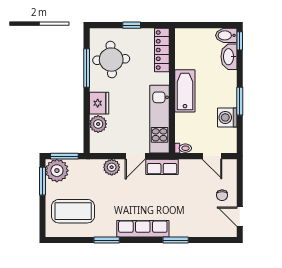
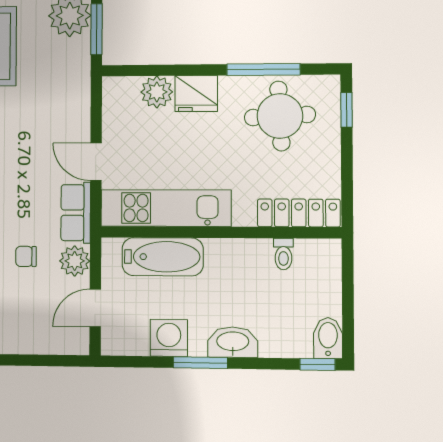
window: (132, 25) -> (347, 110), moved
washbasin: (229, 57) -> (233, 342), moved
bathtub: (185, 91) -> (163, 257), moved
toilet: (183, 148) -> (283, 254), moved
plant: (112, 167) -> (75, 261), moved
chair: (222, 195) -> (26, 256), moved

